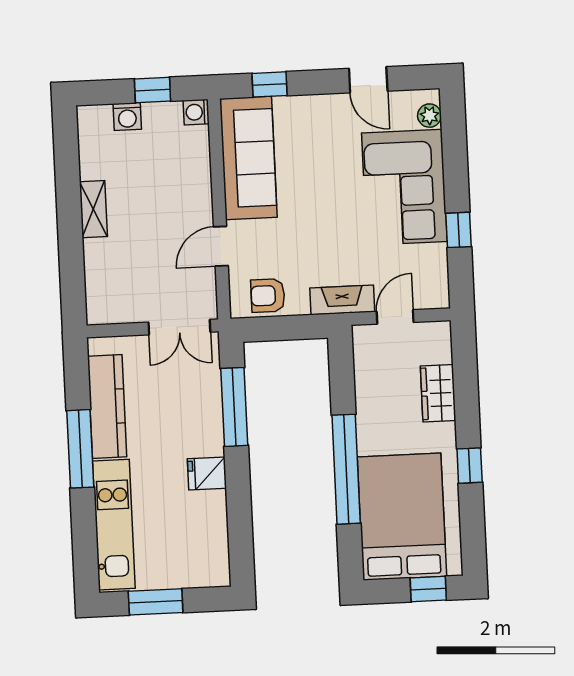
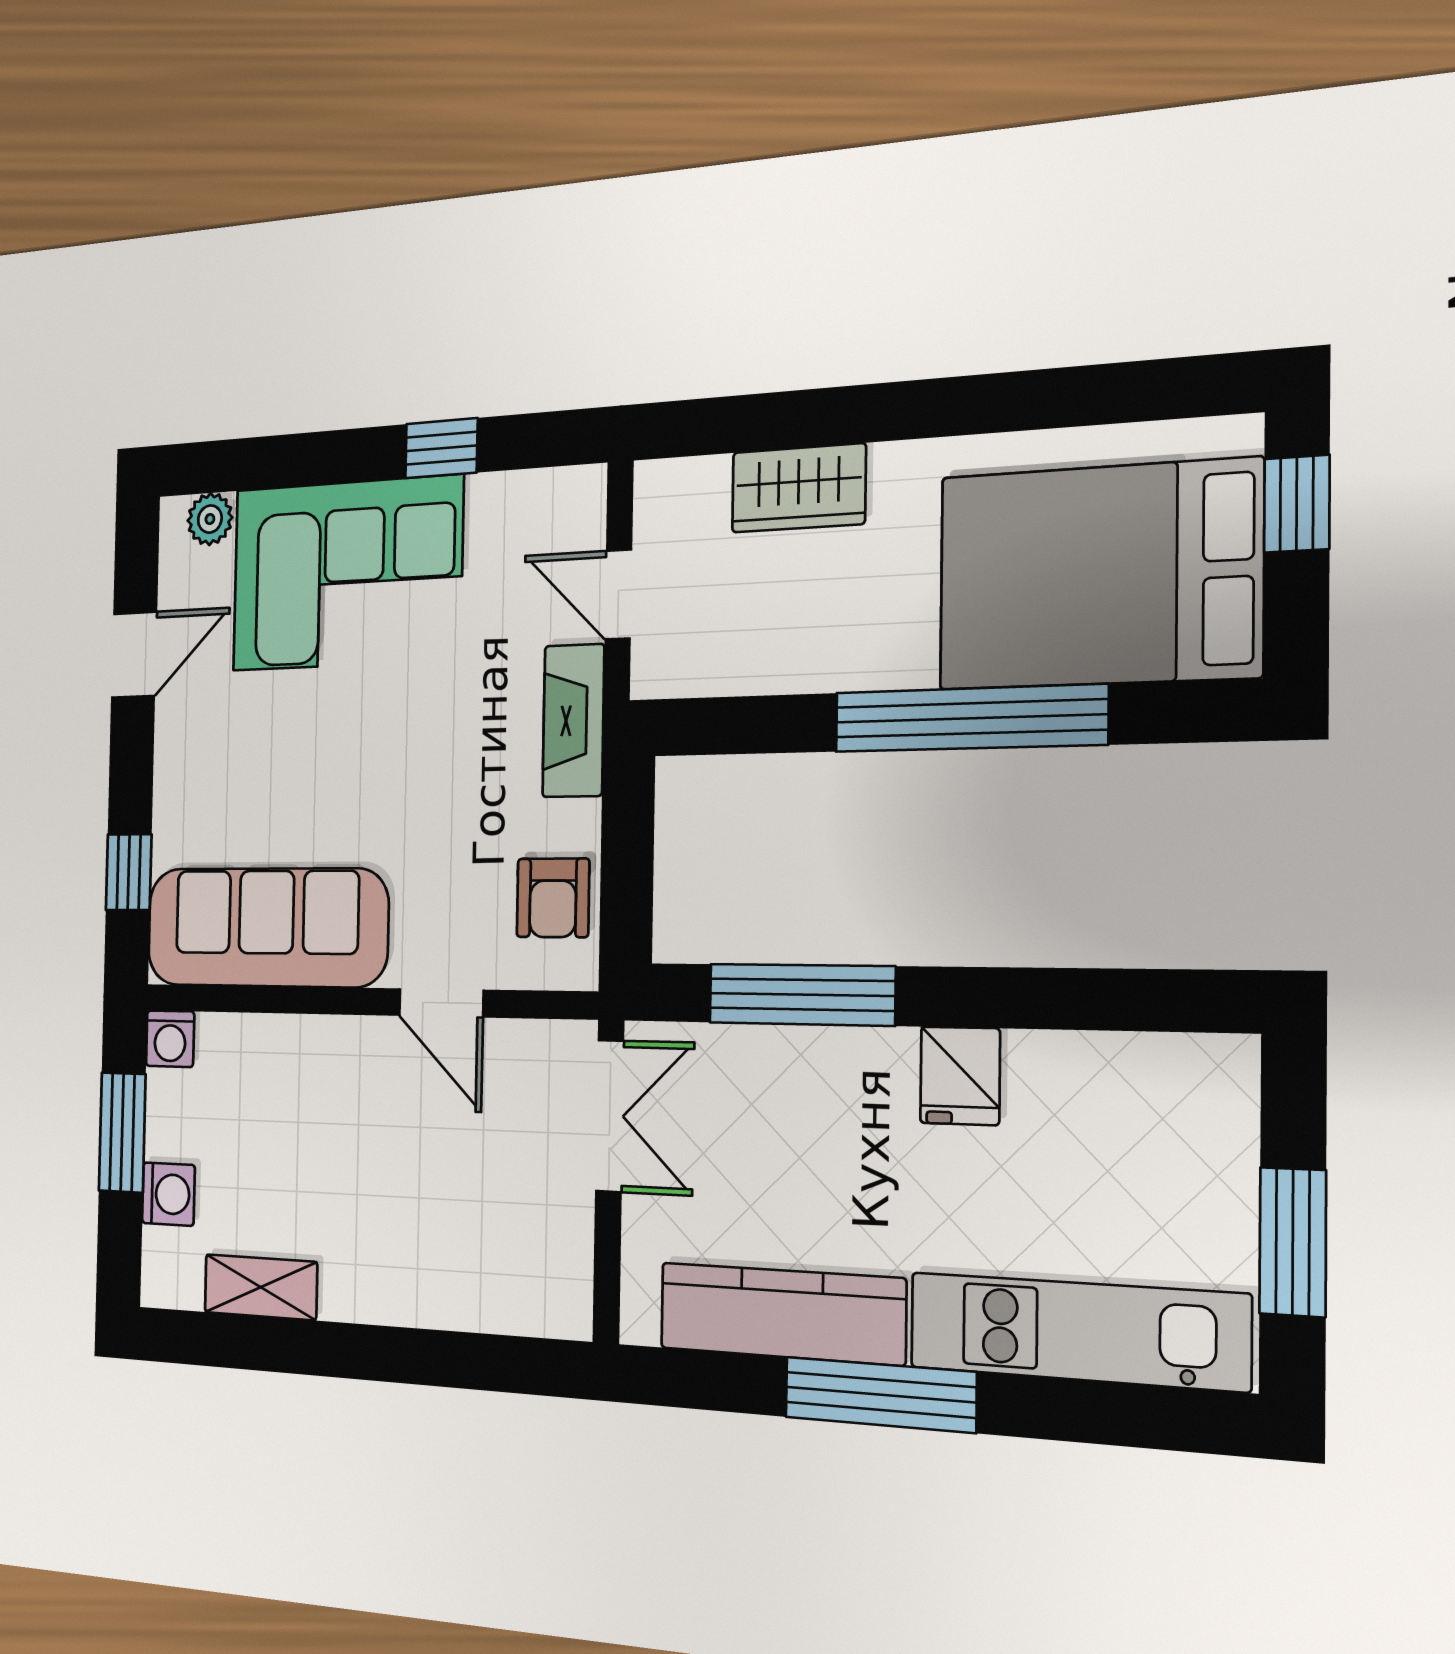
window: (152, 90) -> (122, 1133), width x1.50
shelving: (93, 209) -> (261, 1287), moved
window: (470, 466) -> (978, 404), removed

